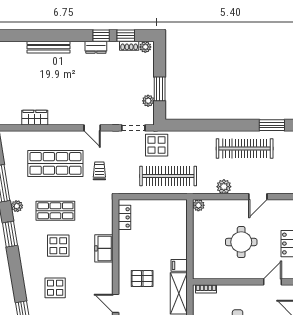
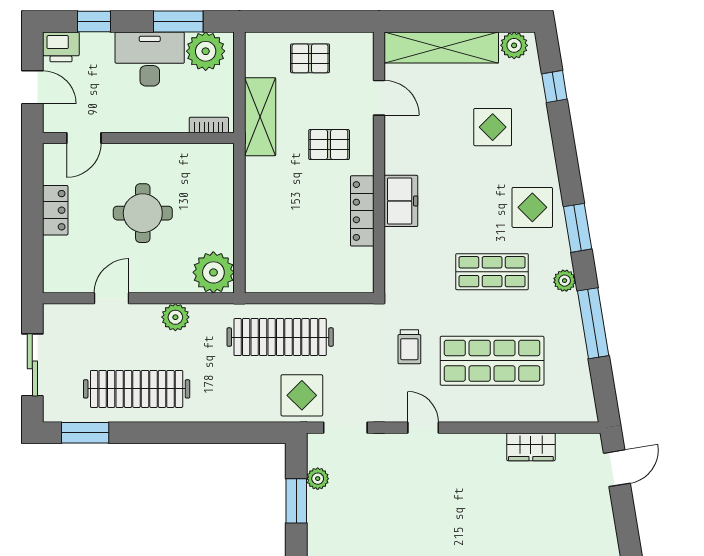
plant: (198, 205) -> (213, 272), width x1.87, depth x1.87
locker: (124, 217) -> (362, 211), moved, width x1.53
display table: (58, 246) -> (532, 207), moved
filing cabinet: (179, 265) -> (260, 169), removed

